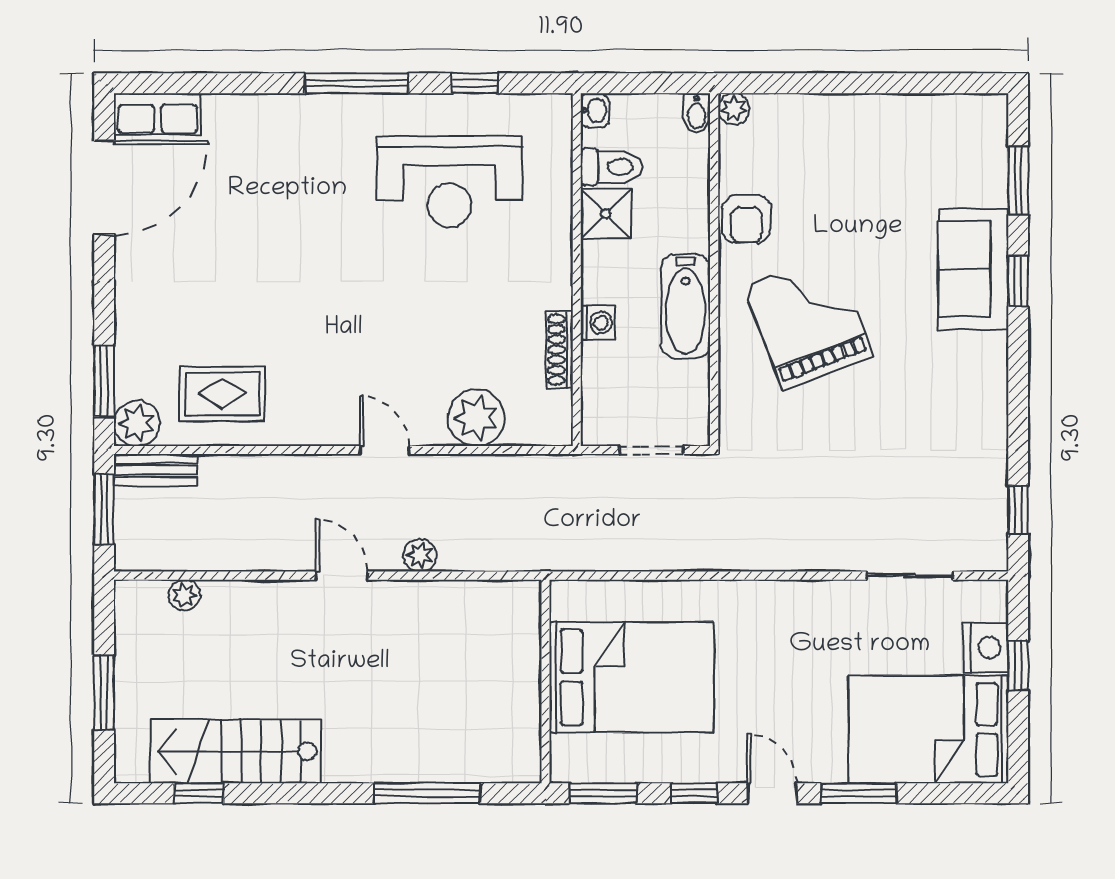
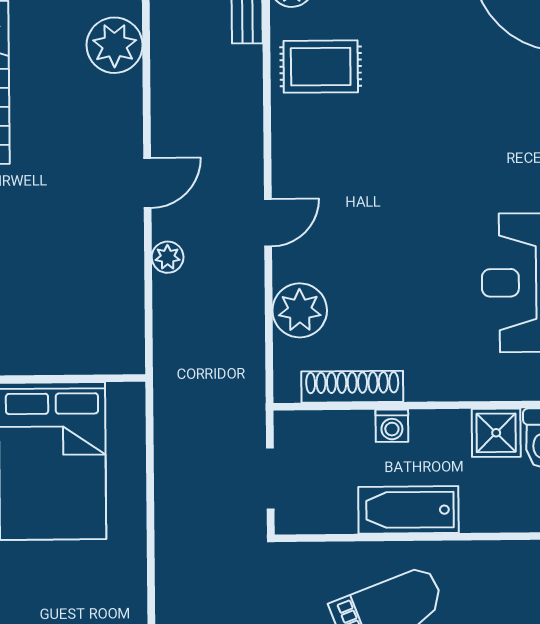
armchair: (746, 219) -> (492, 567), removed
shoe rack: (560, 350) -> (352, 387), width x1.36, depth x1.24
rug: (222, 394) -> (321, 67), turned 90
plant: (184, 595) -> (115, 45), width x1.88, depth x1.88

